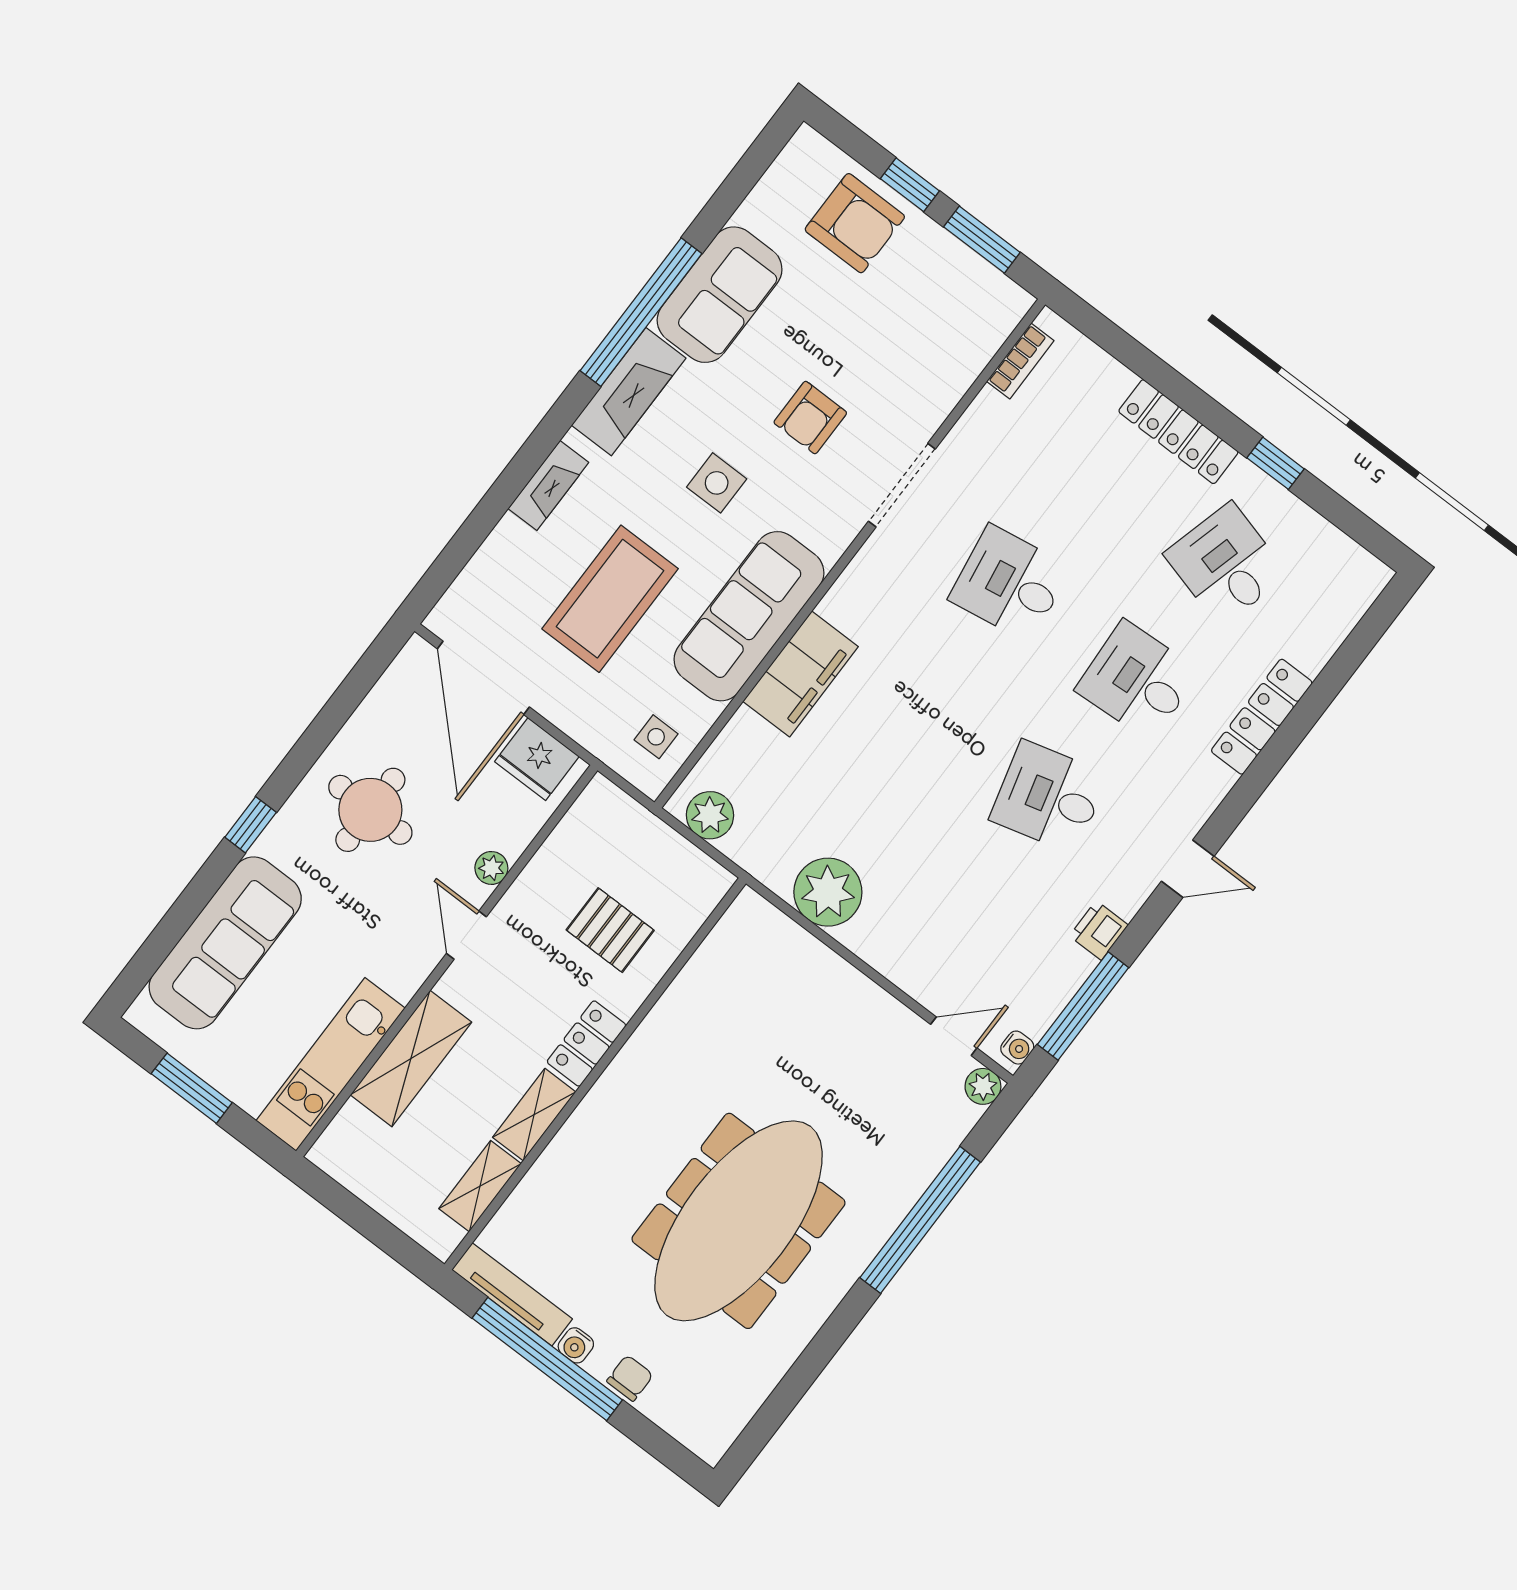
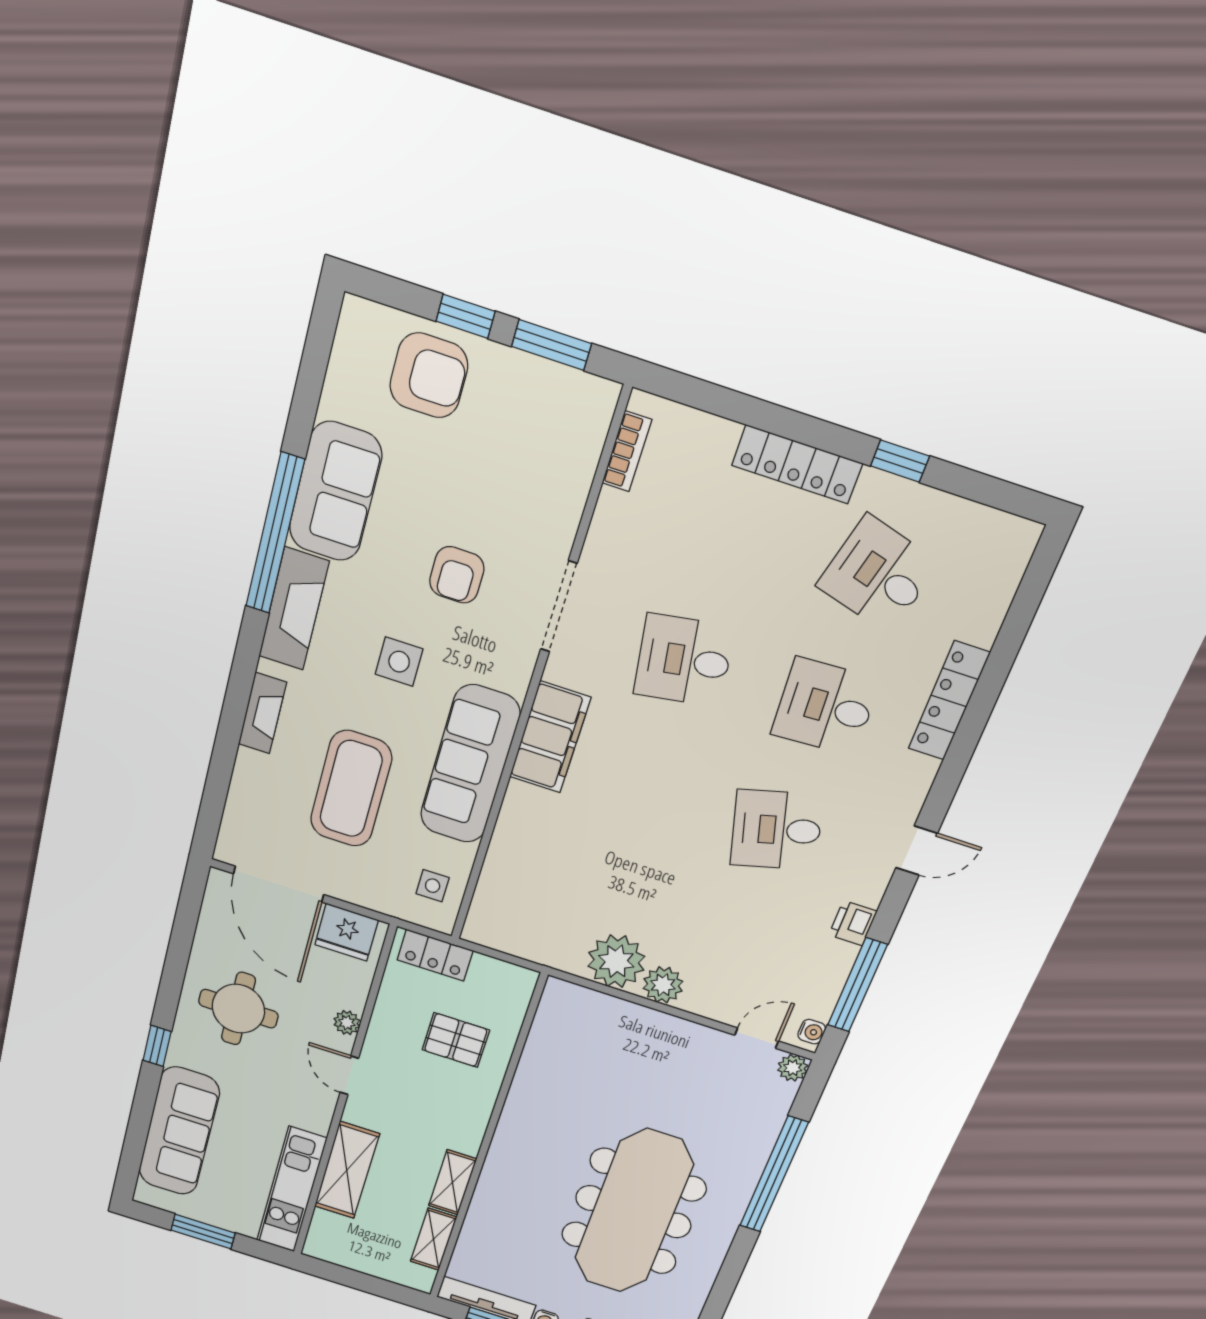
filing cabinet: (801, 674) -> (550, 737), moved
plant: (710, 815) -> (663, 985), moved
locker: (587, 1044) -> (435, 955), moved, turned -90

